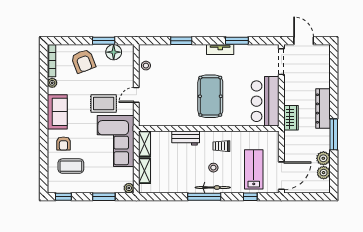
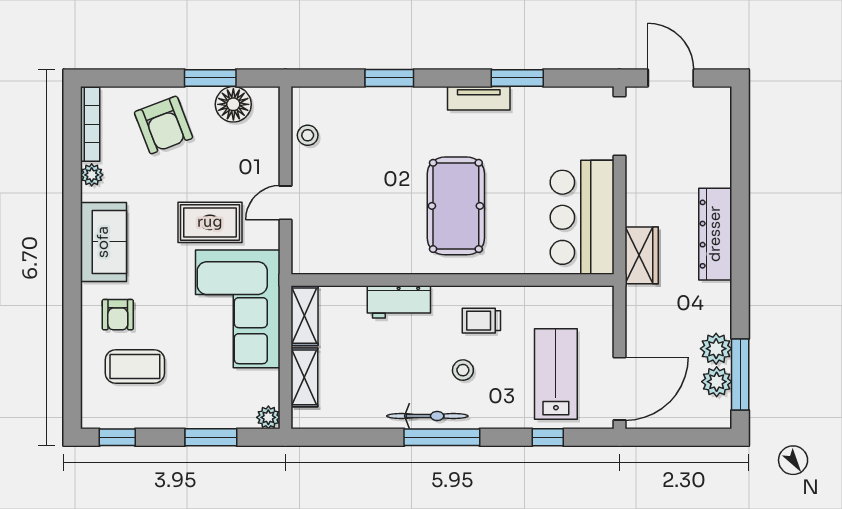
window: (334, 134) -> (740, 375), moved
bicycle: (213, 188) -> (427, 416), moved

